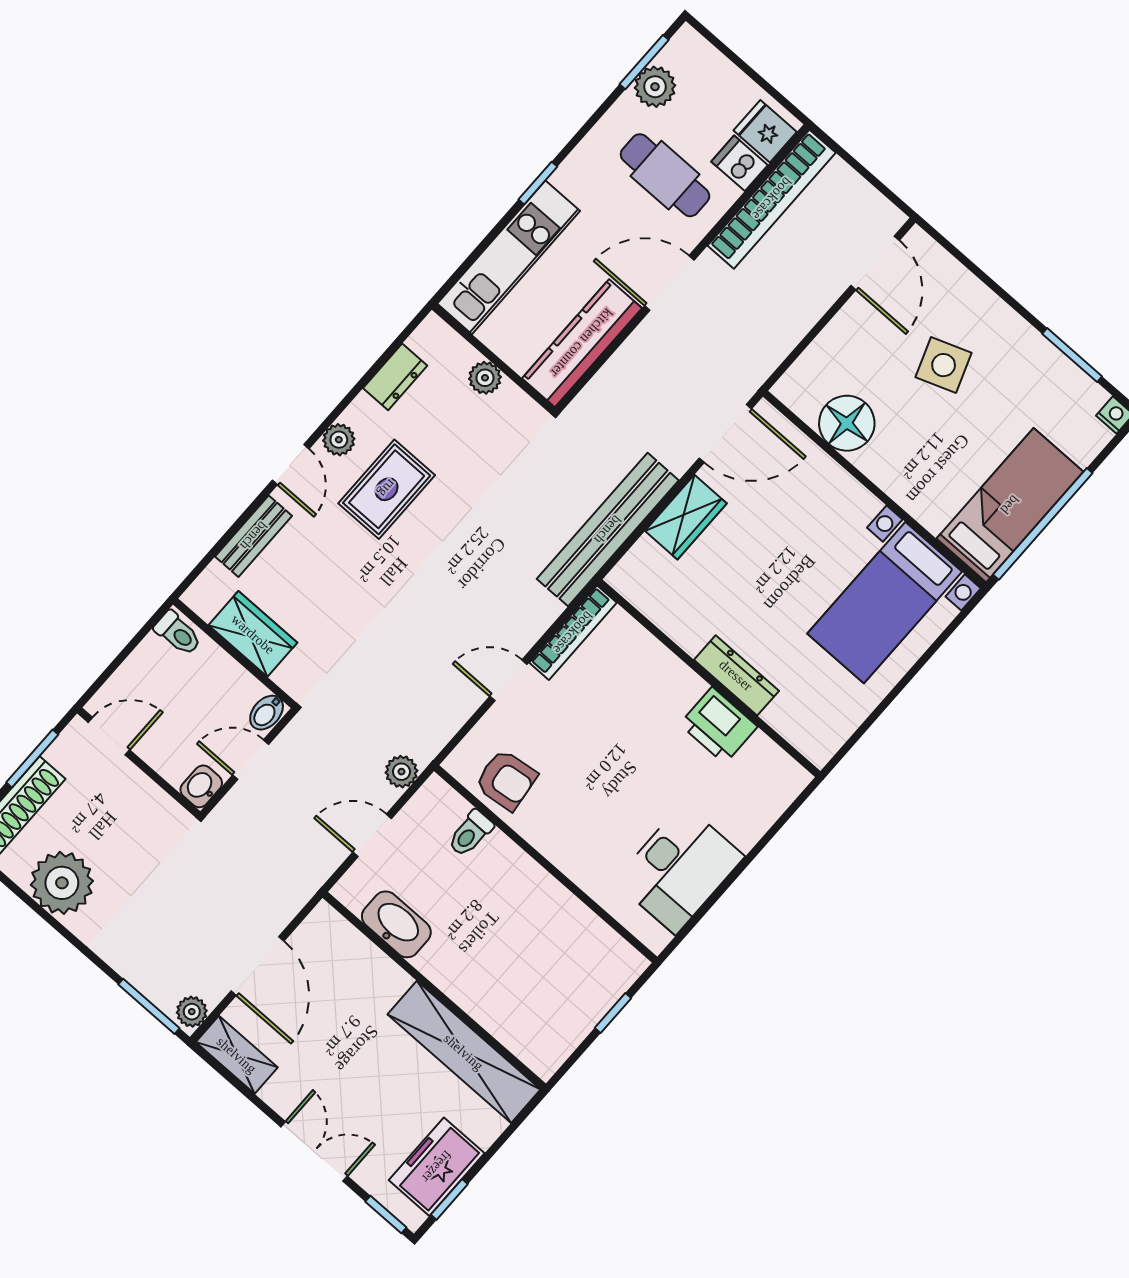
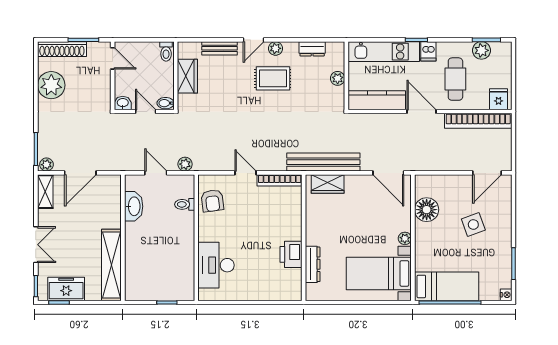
dishwasher: (740, 163) -> (428, 51), moved, turned 180
plant: (863, 505) -> (405, 238), added
wardrobe: (686, 517) -> (328, 184), moved
dresser: (736, 675) -> (313, 264), moved
desk: (679, 869) -> (216, 265), moved, turned 90

